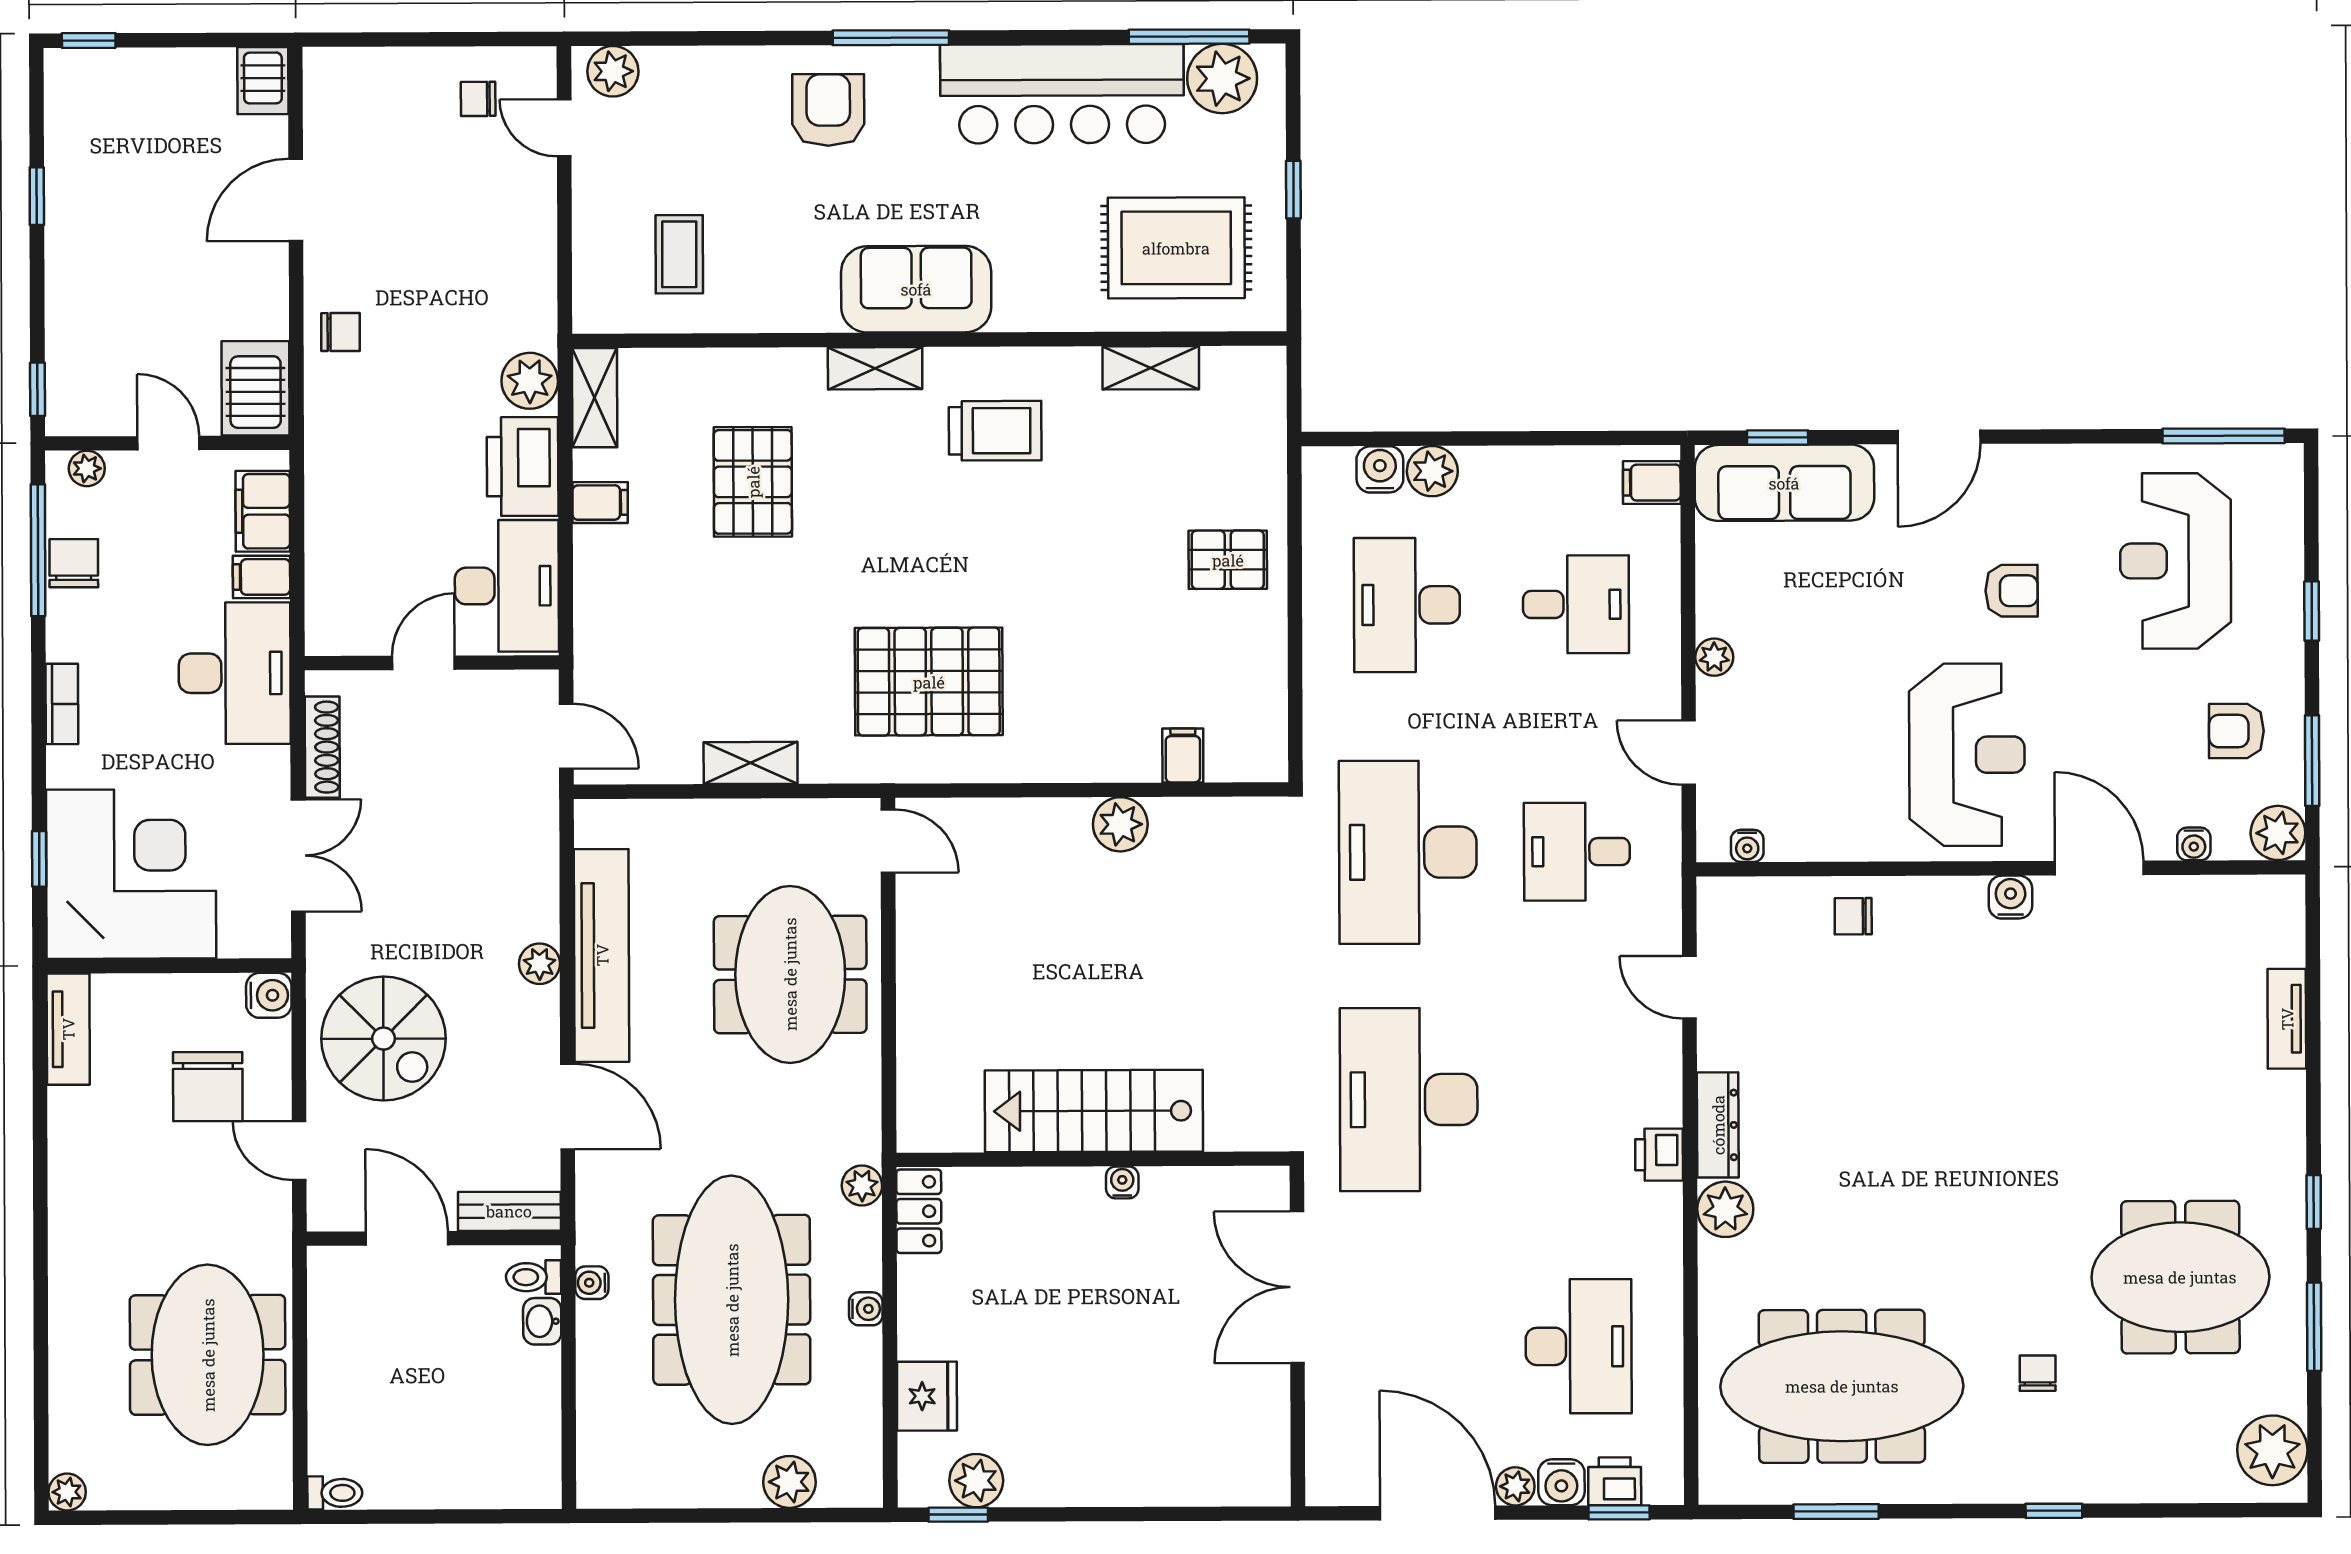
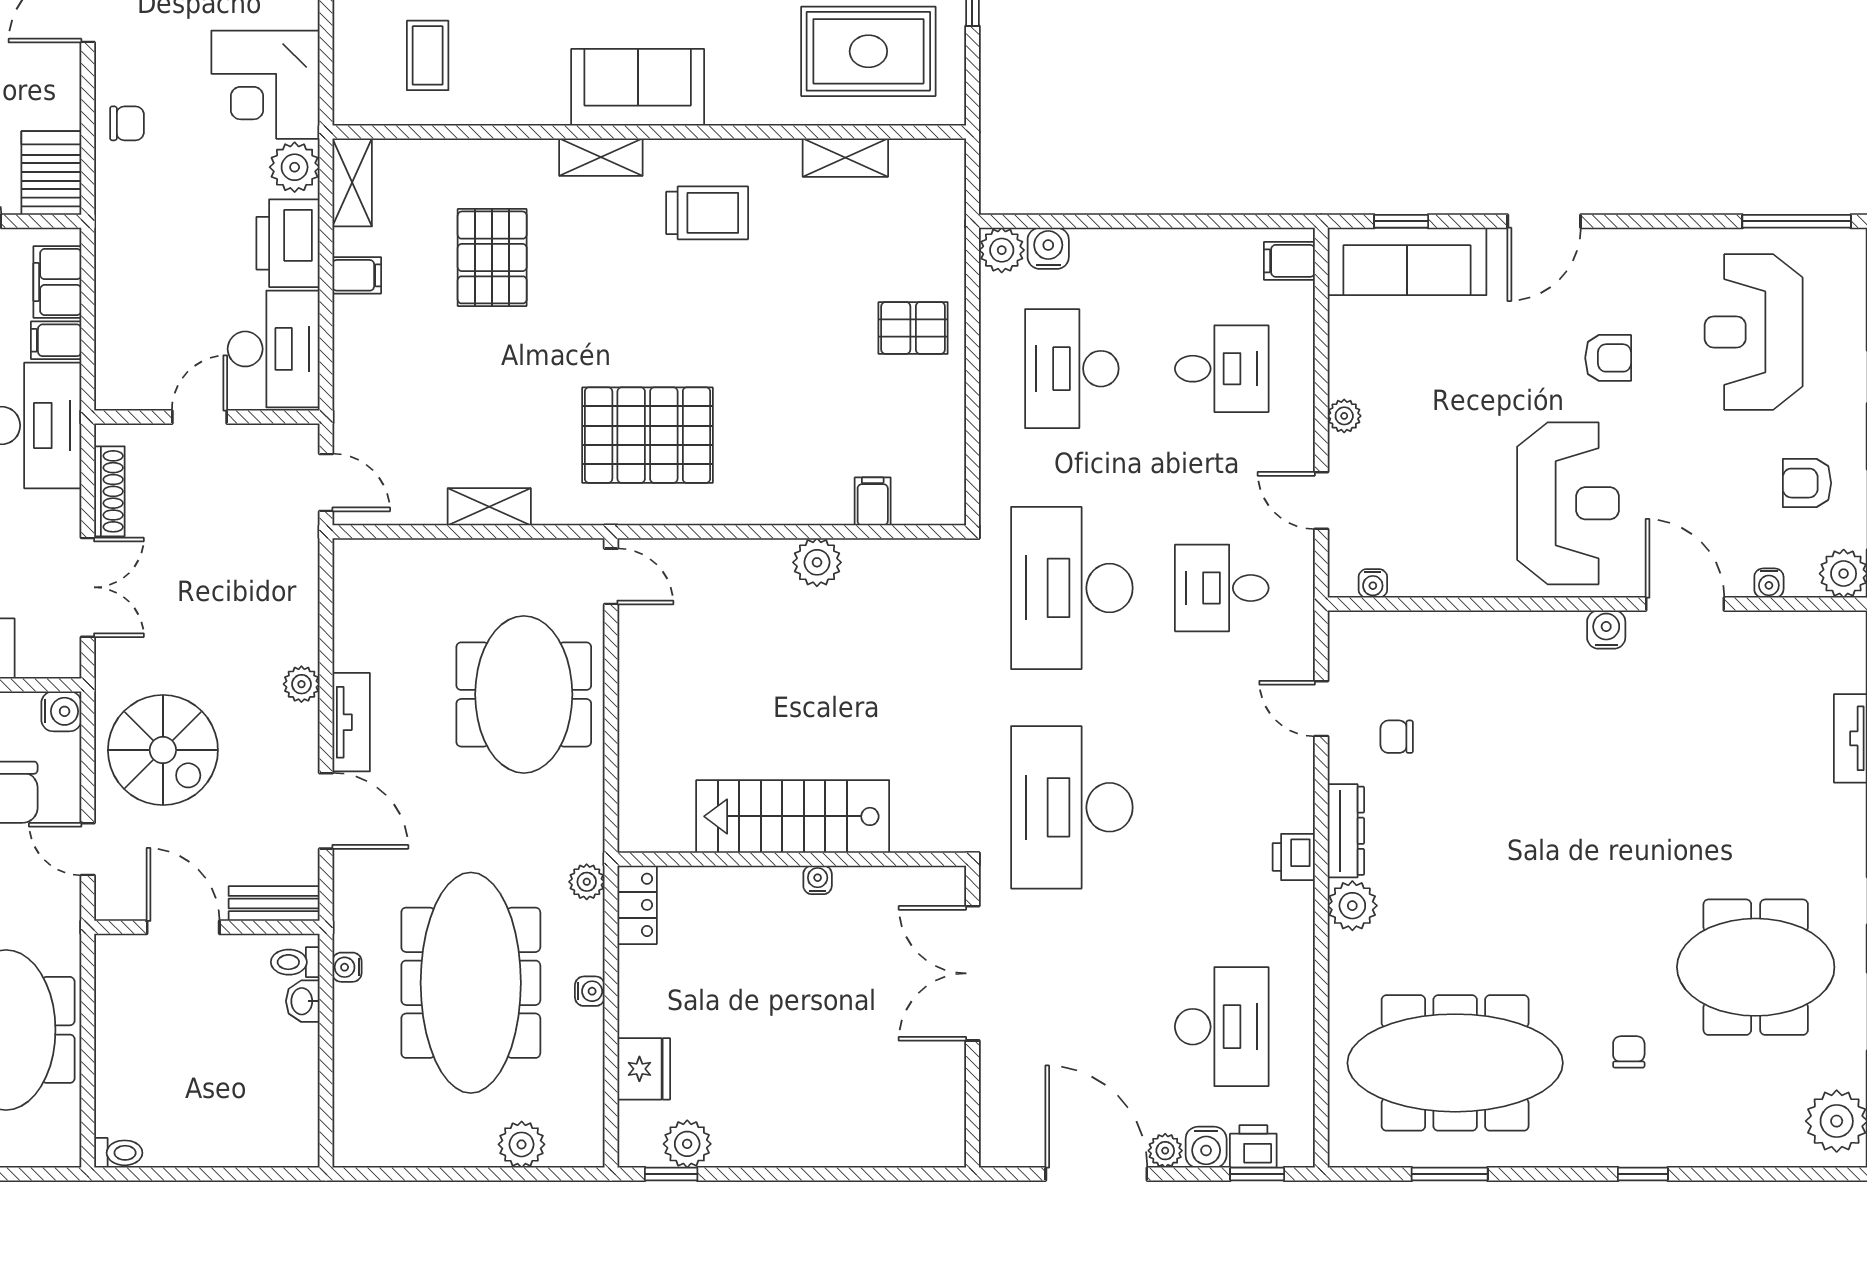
corner desk: (496, 288) -> (265, 85), added
plant: (1432, 471) -> (1002, 250), moved
chair: (1853, 916) -> (1397, 737), moved
tv unit: (602, 955) -> (351, 722), width x0.52, depth x0.78

